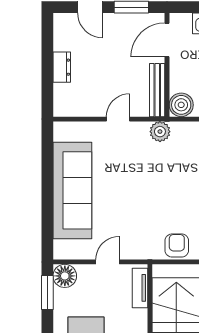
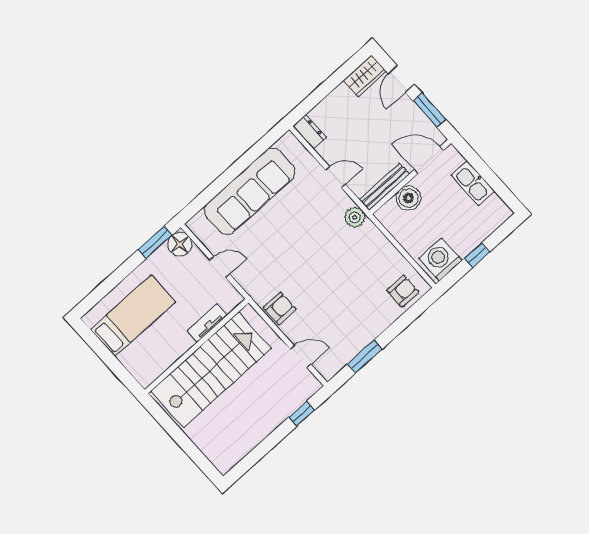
wardrobe: (64, 32) -> (365, 76), added
dresser: (62, 67) -> (310, 132), moved, turned -90
boiler: (181, 105) -> (408, 198), moved
tv unit: (140, 288) -> (207, 323), moved

